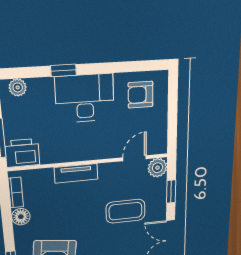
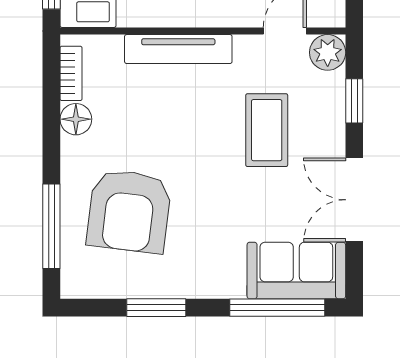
tv unit: (76, 173) -> (178, 49), width x1.41
coffee table: (125, 211) -> (267, 130), turned 90

